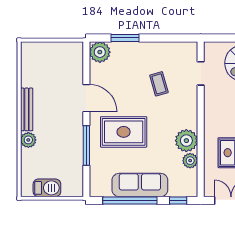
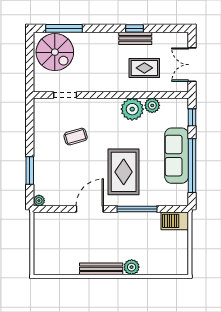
plant: (100, 52) -> (39, 201), width x0.53, depth x0.53
barbecue: (47, 188) -> (175, 221), moved, turned -90

